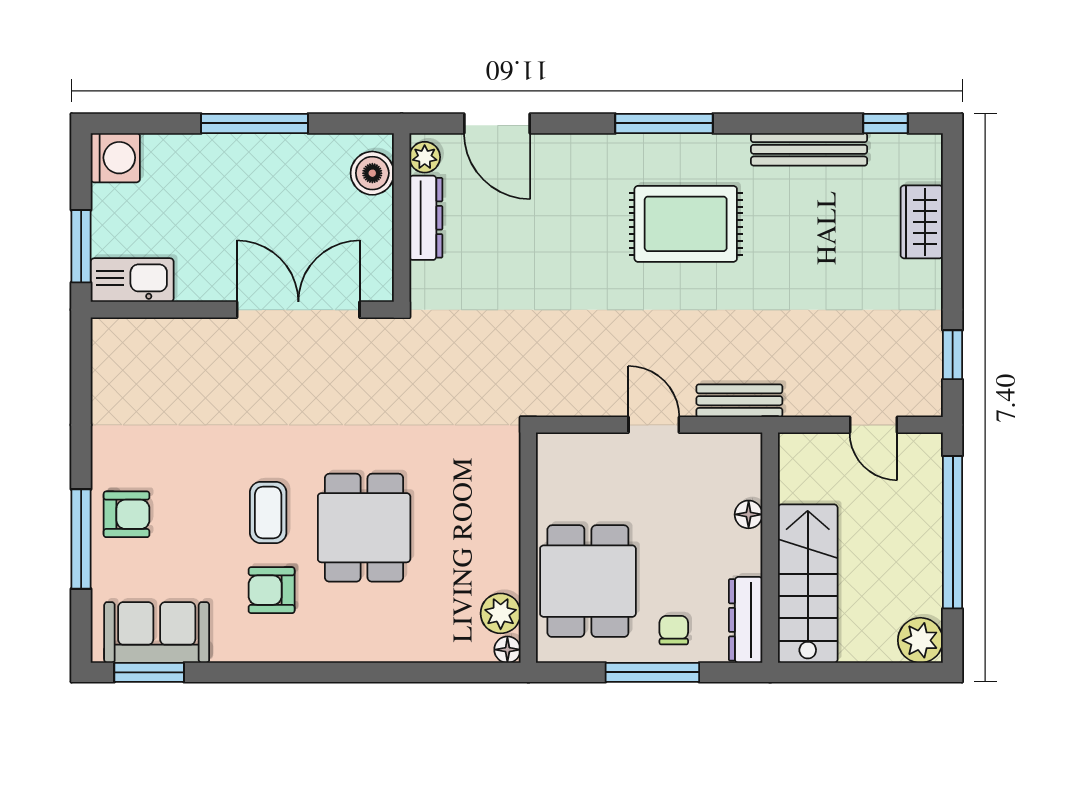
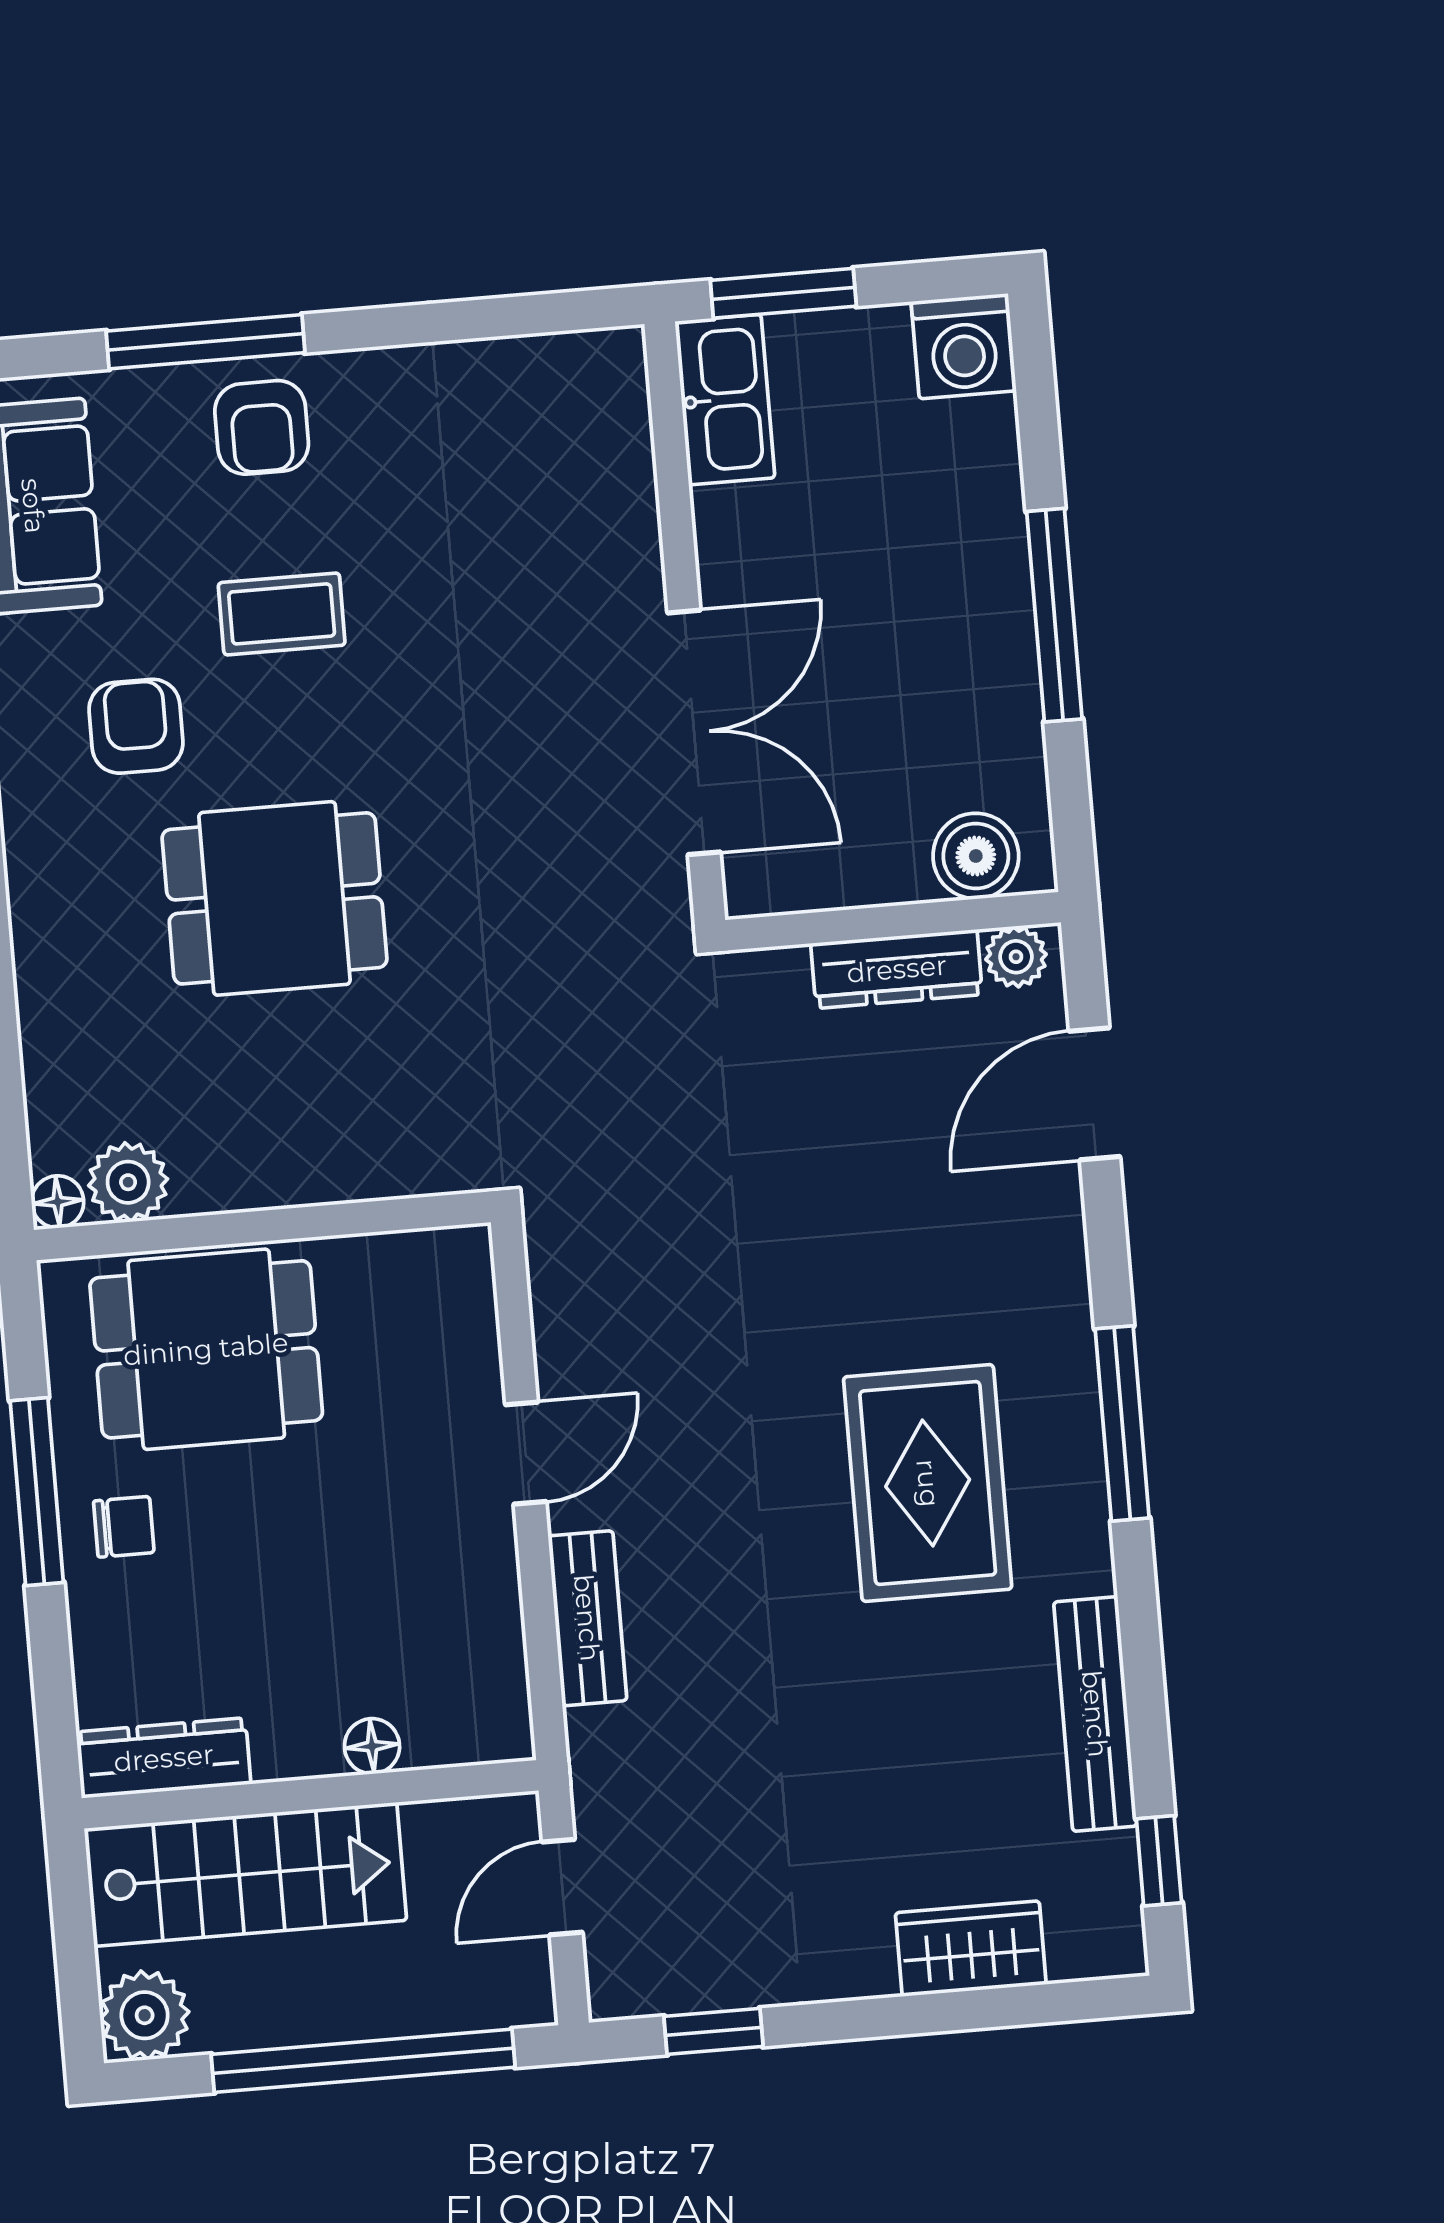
coffee table: (268, 512) -> (282, 614), moved
floor lamp: (749, 514) -> (372, 1746), moved
wall: (770, 548) -> (310, 1794), moved
stairs: (808, 584) -> (245, 1874), moved
dresser: (746, 620) -> (164, 1758), moved

